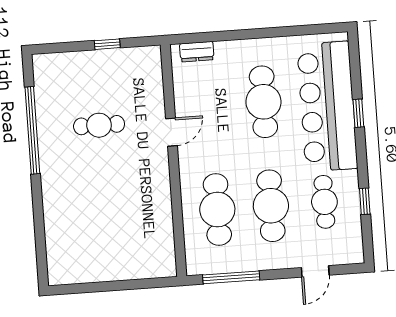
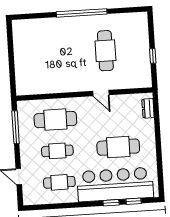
cafe table: (99, 125) -> (105, 51), width x1.37, depth x1.35
window: (32, 130) -> (82, 13), moved
window: (365, 201) -> (134, 201), moved
cafe table: (271, 206) -> (57, 151), width x0.73, depth x0.74

